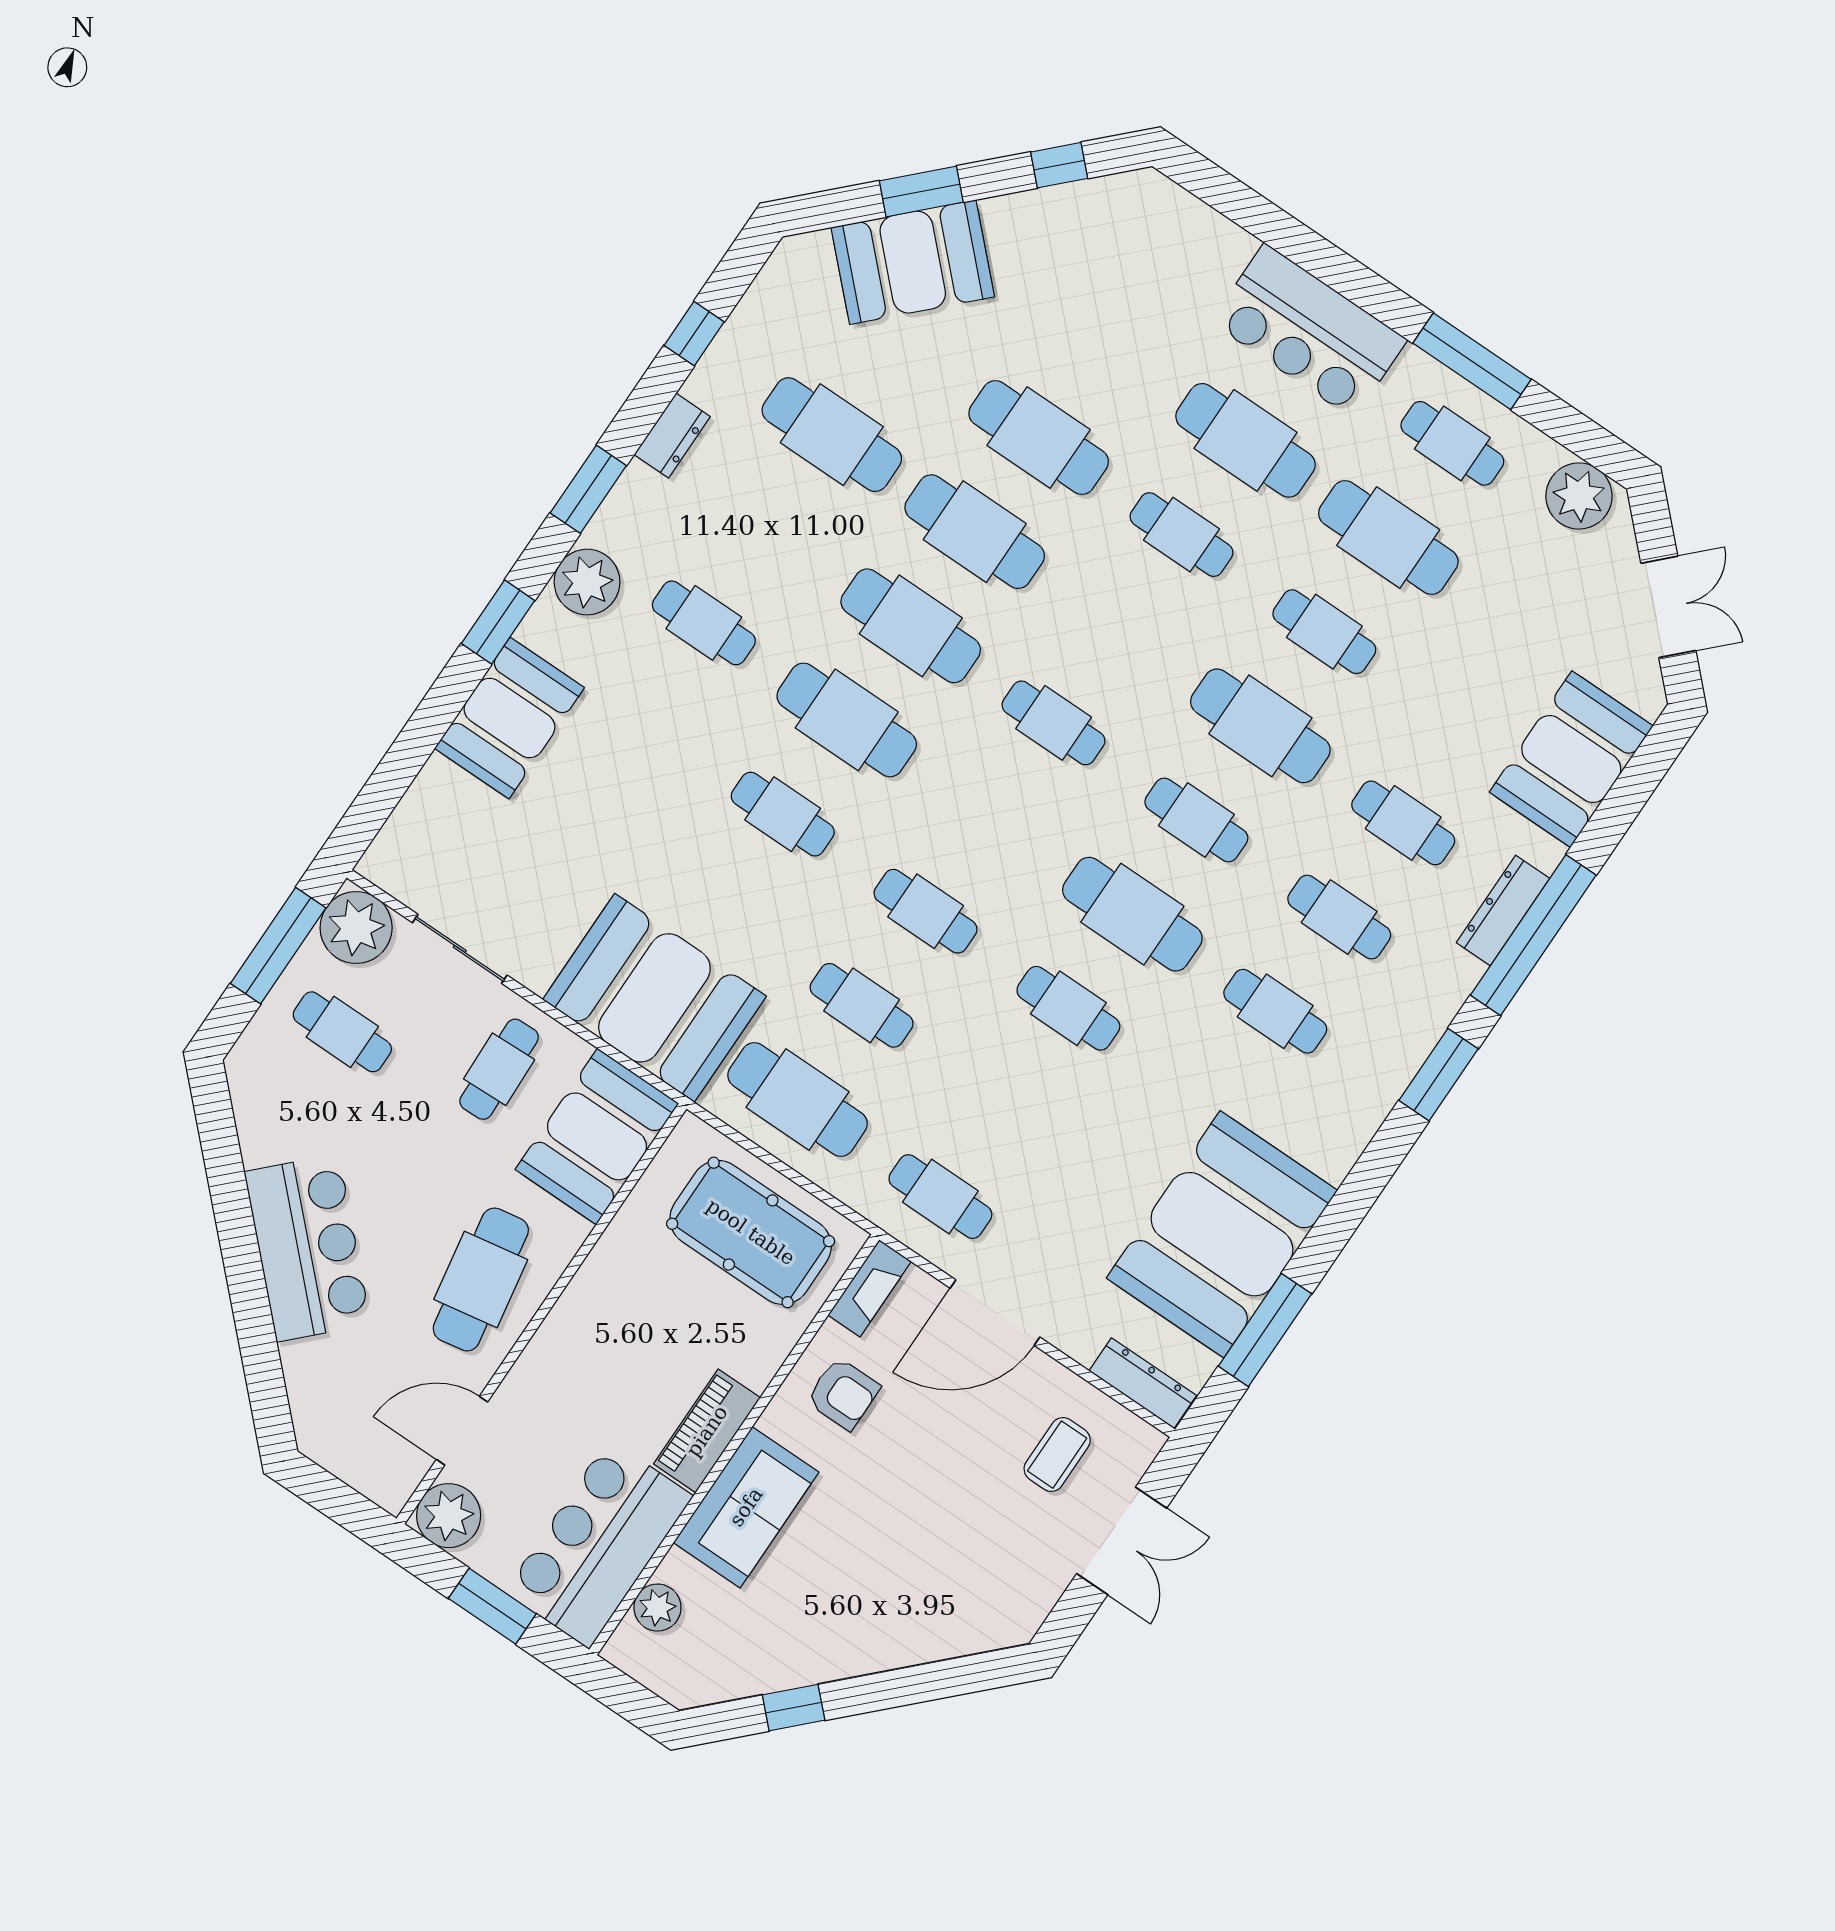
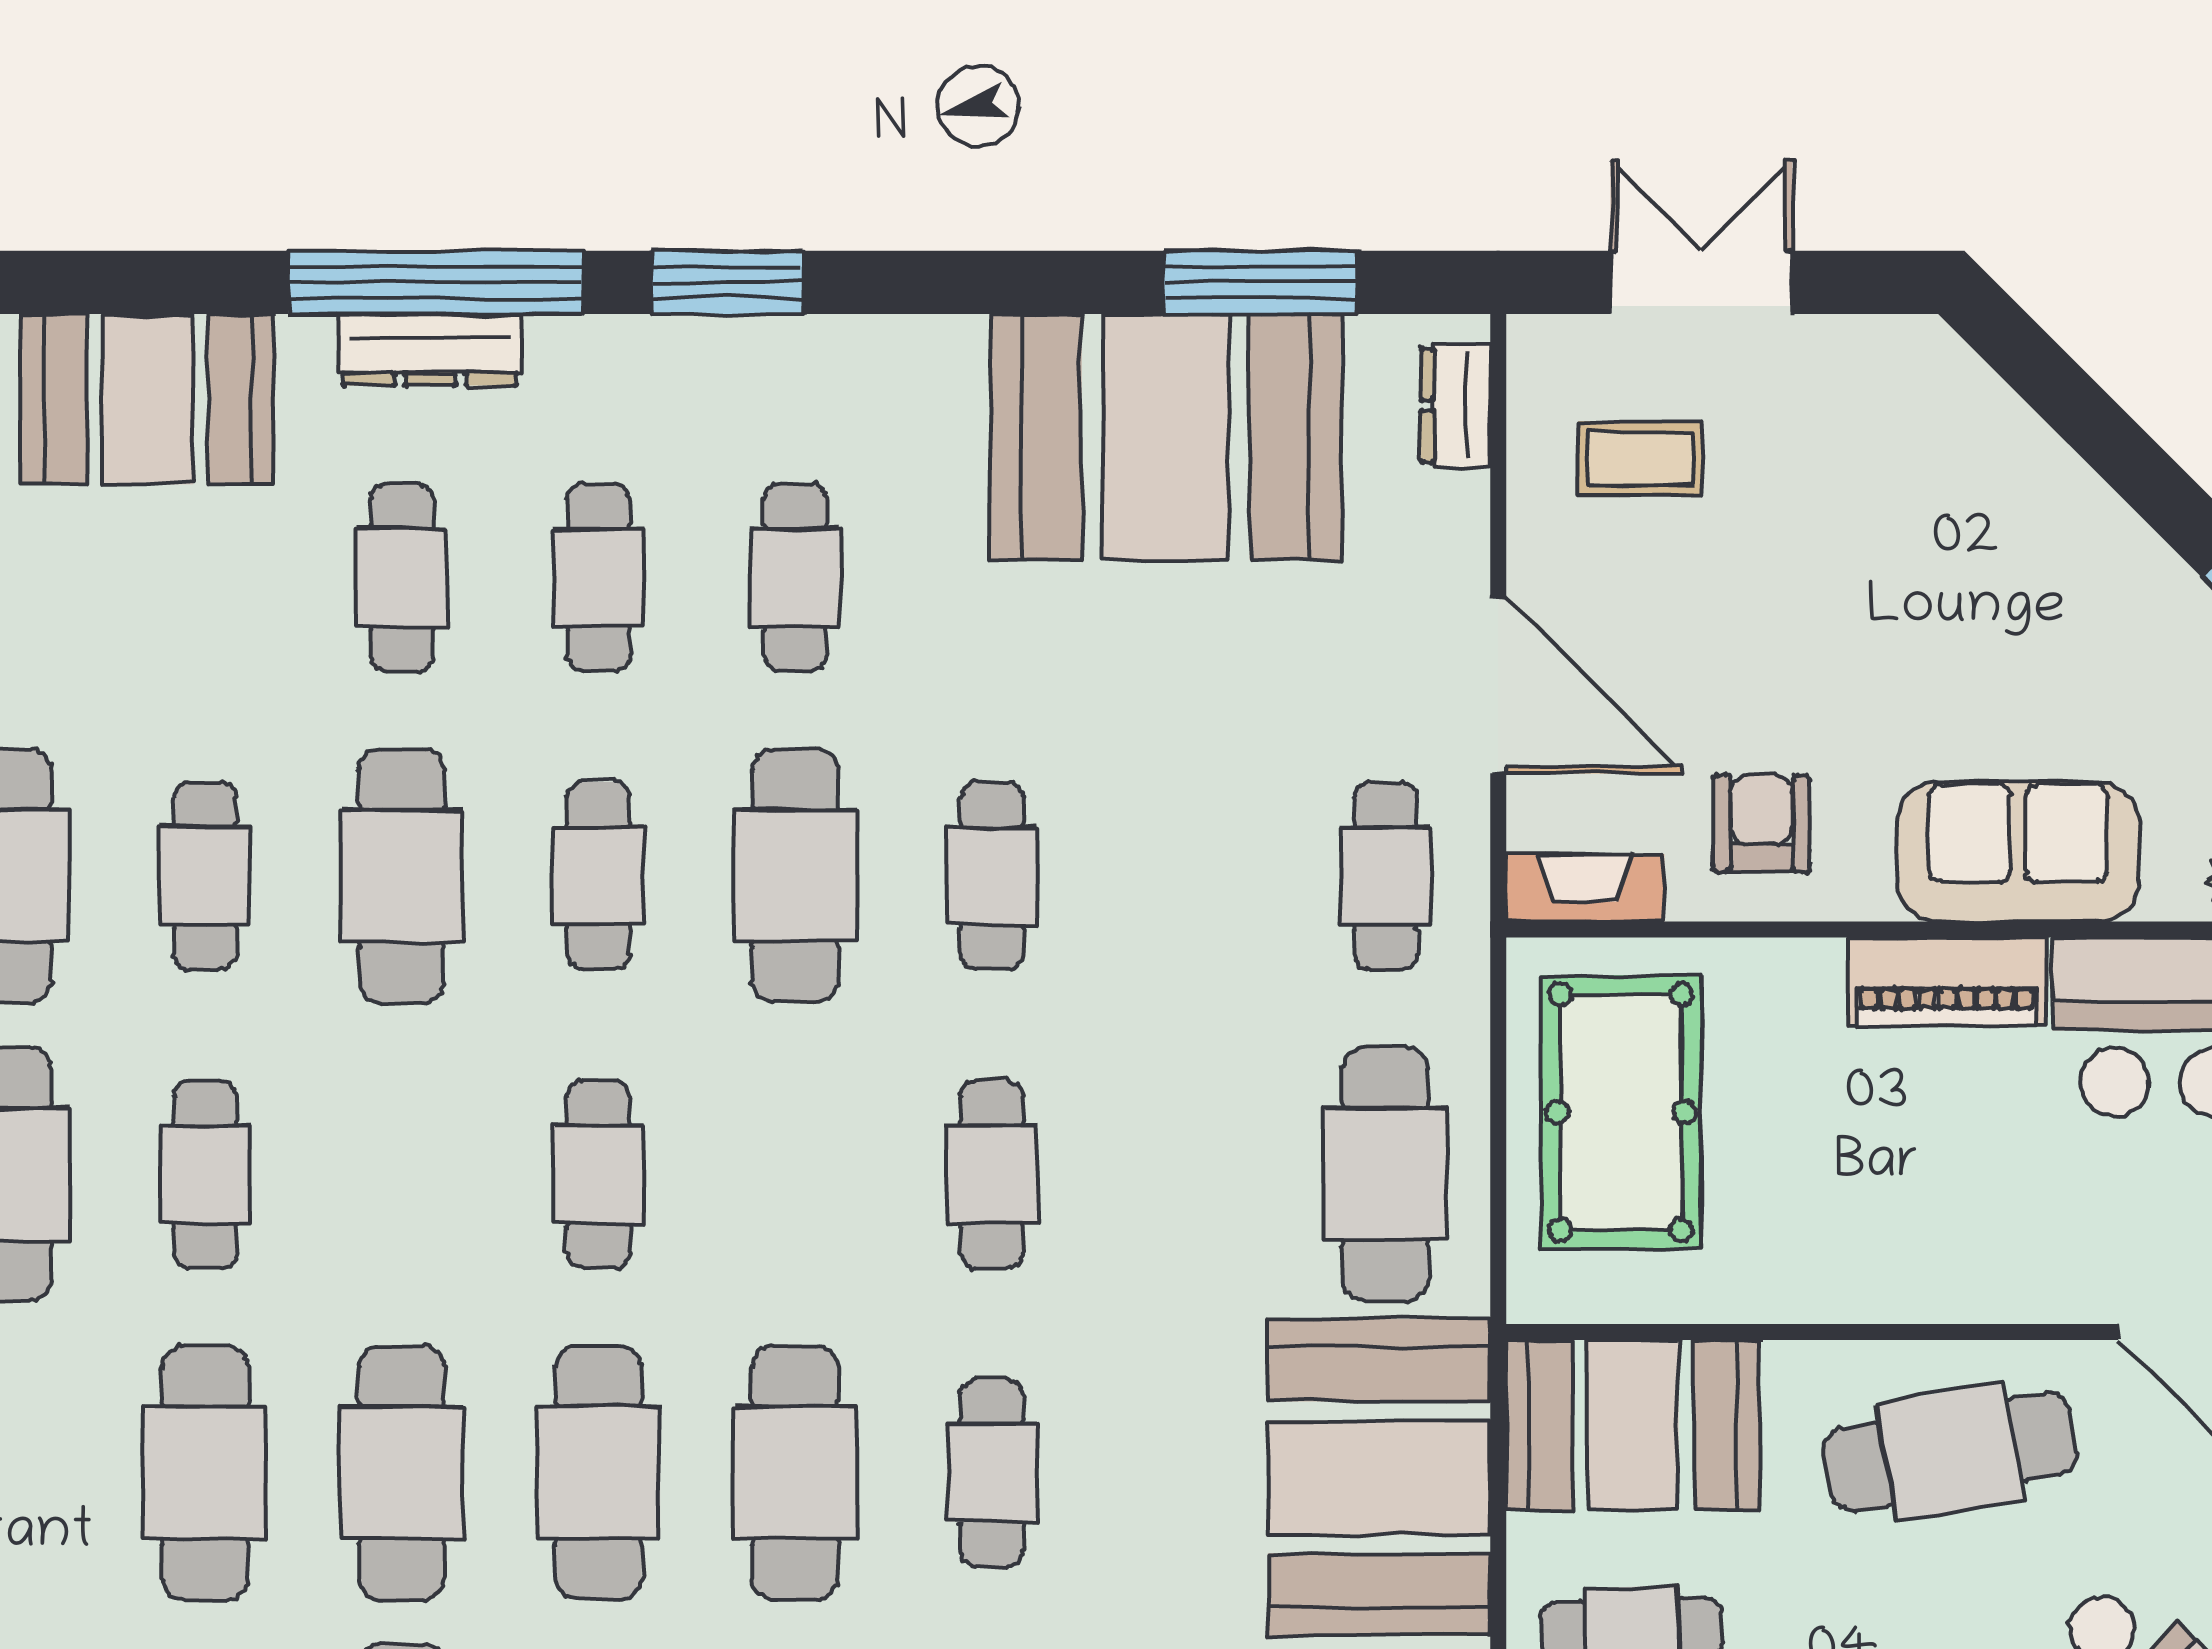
cafe table: (862, 1005) -> (1189, 1174), removed
dresser: (1143, 1383) -> (1455, 405), width x0.70

